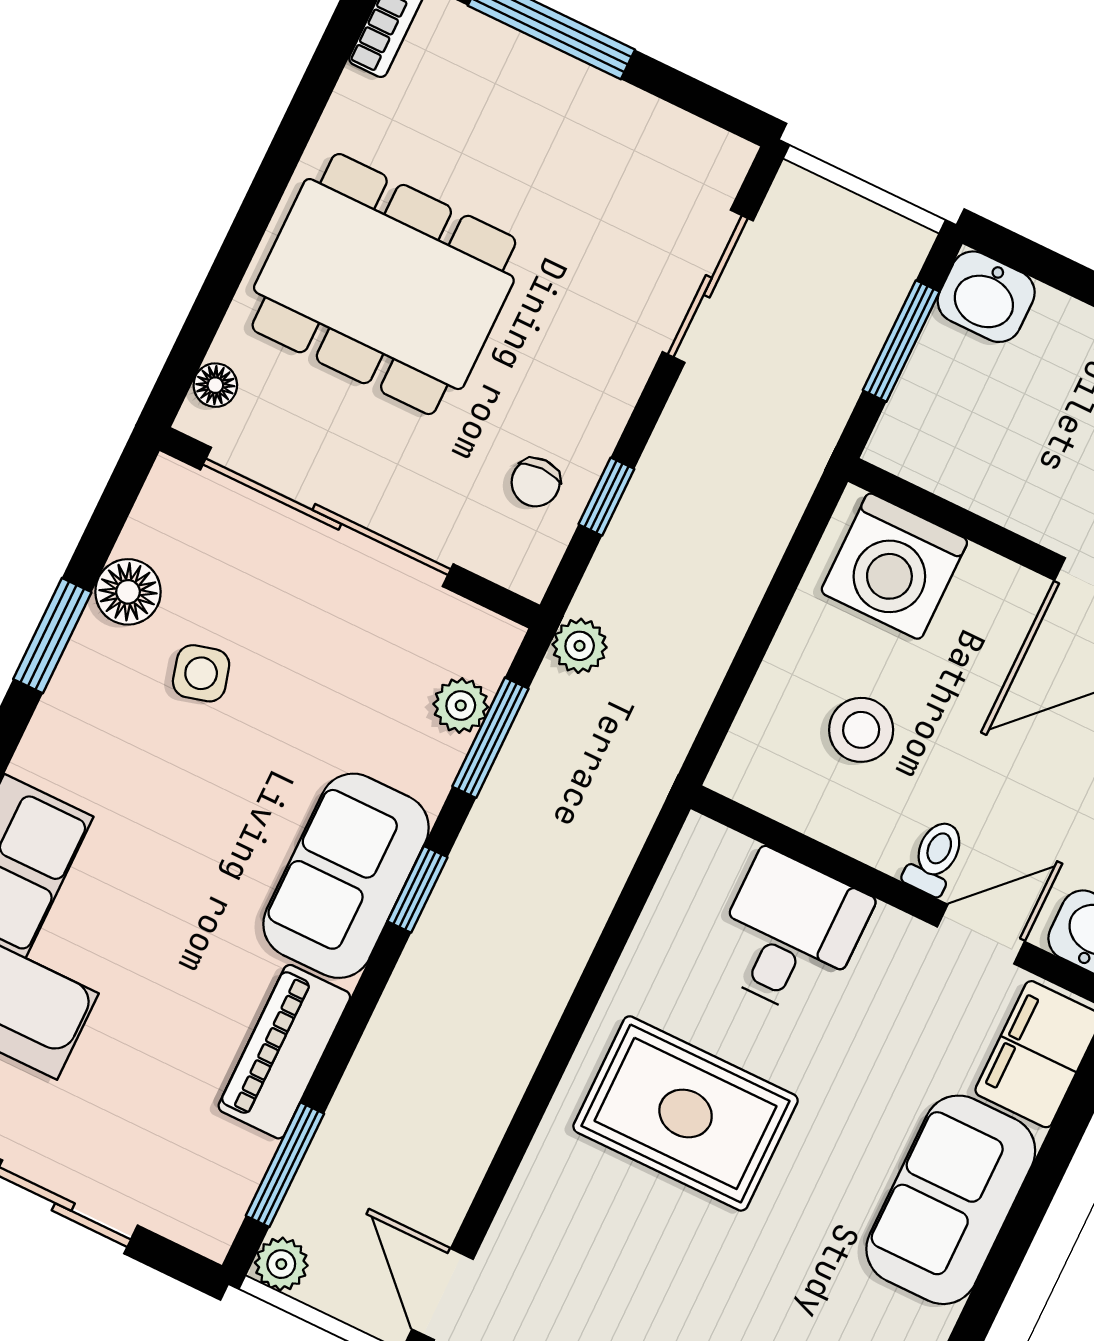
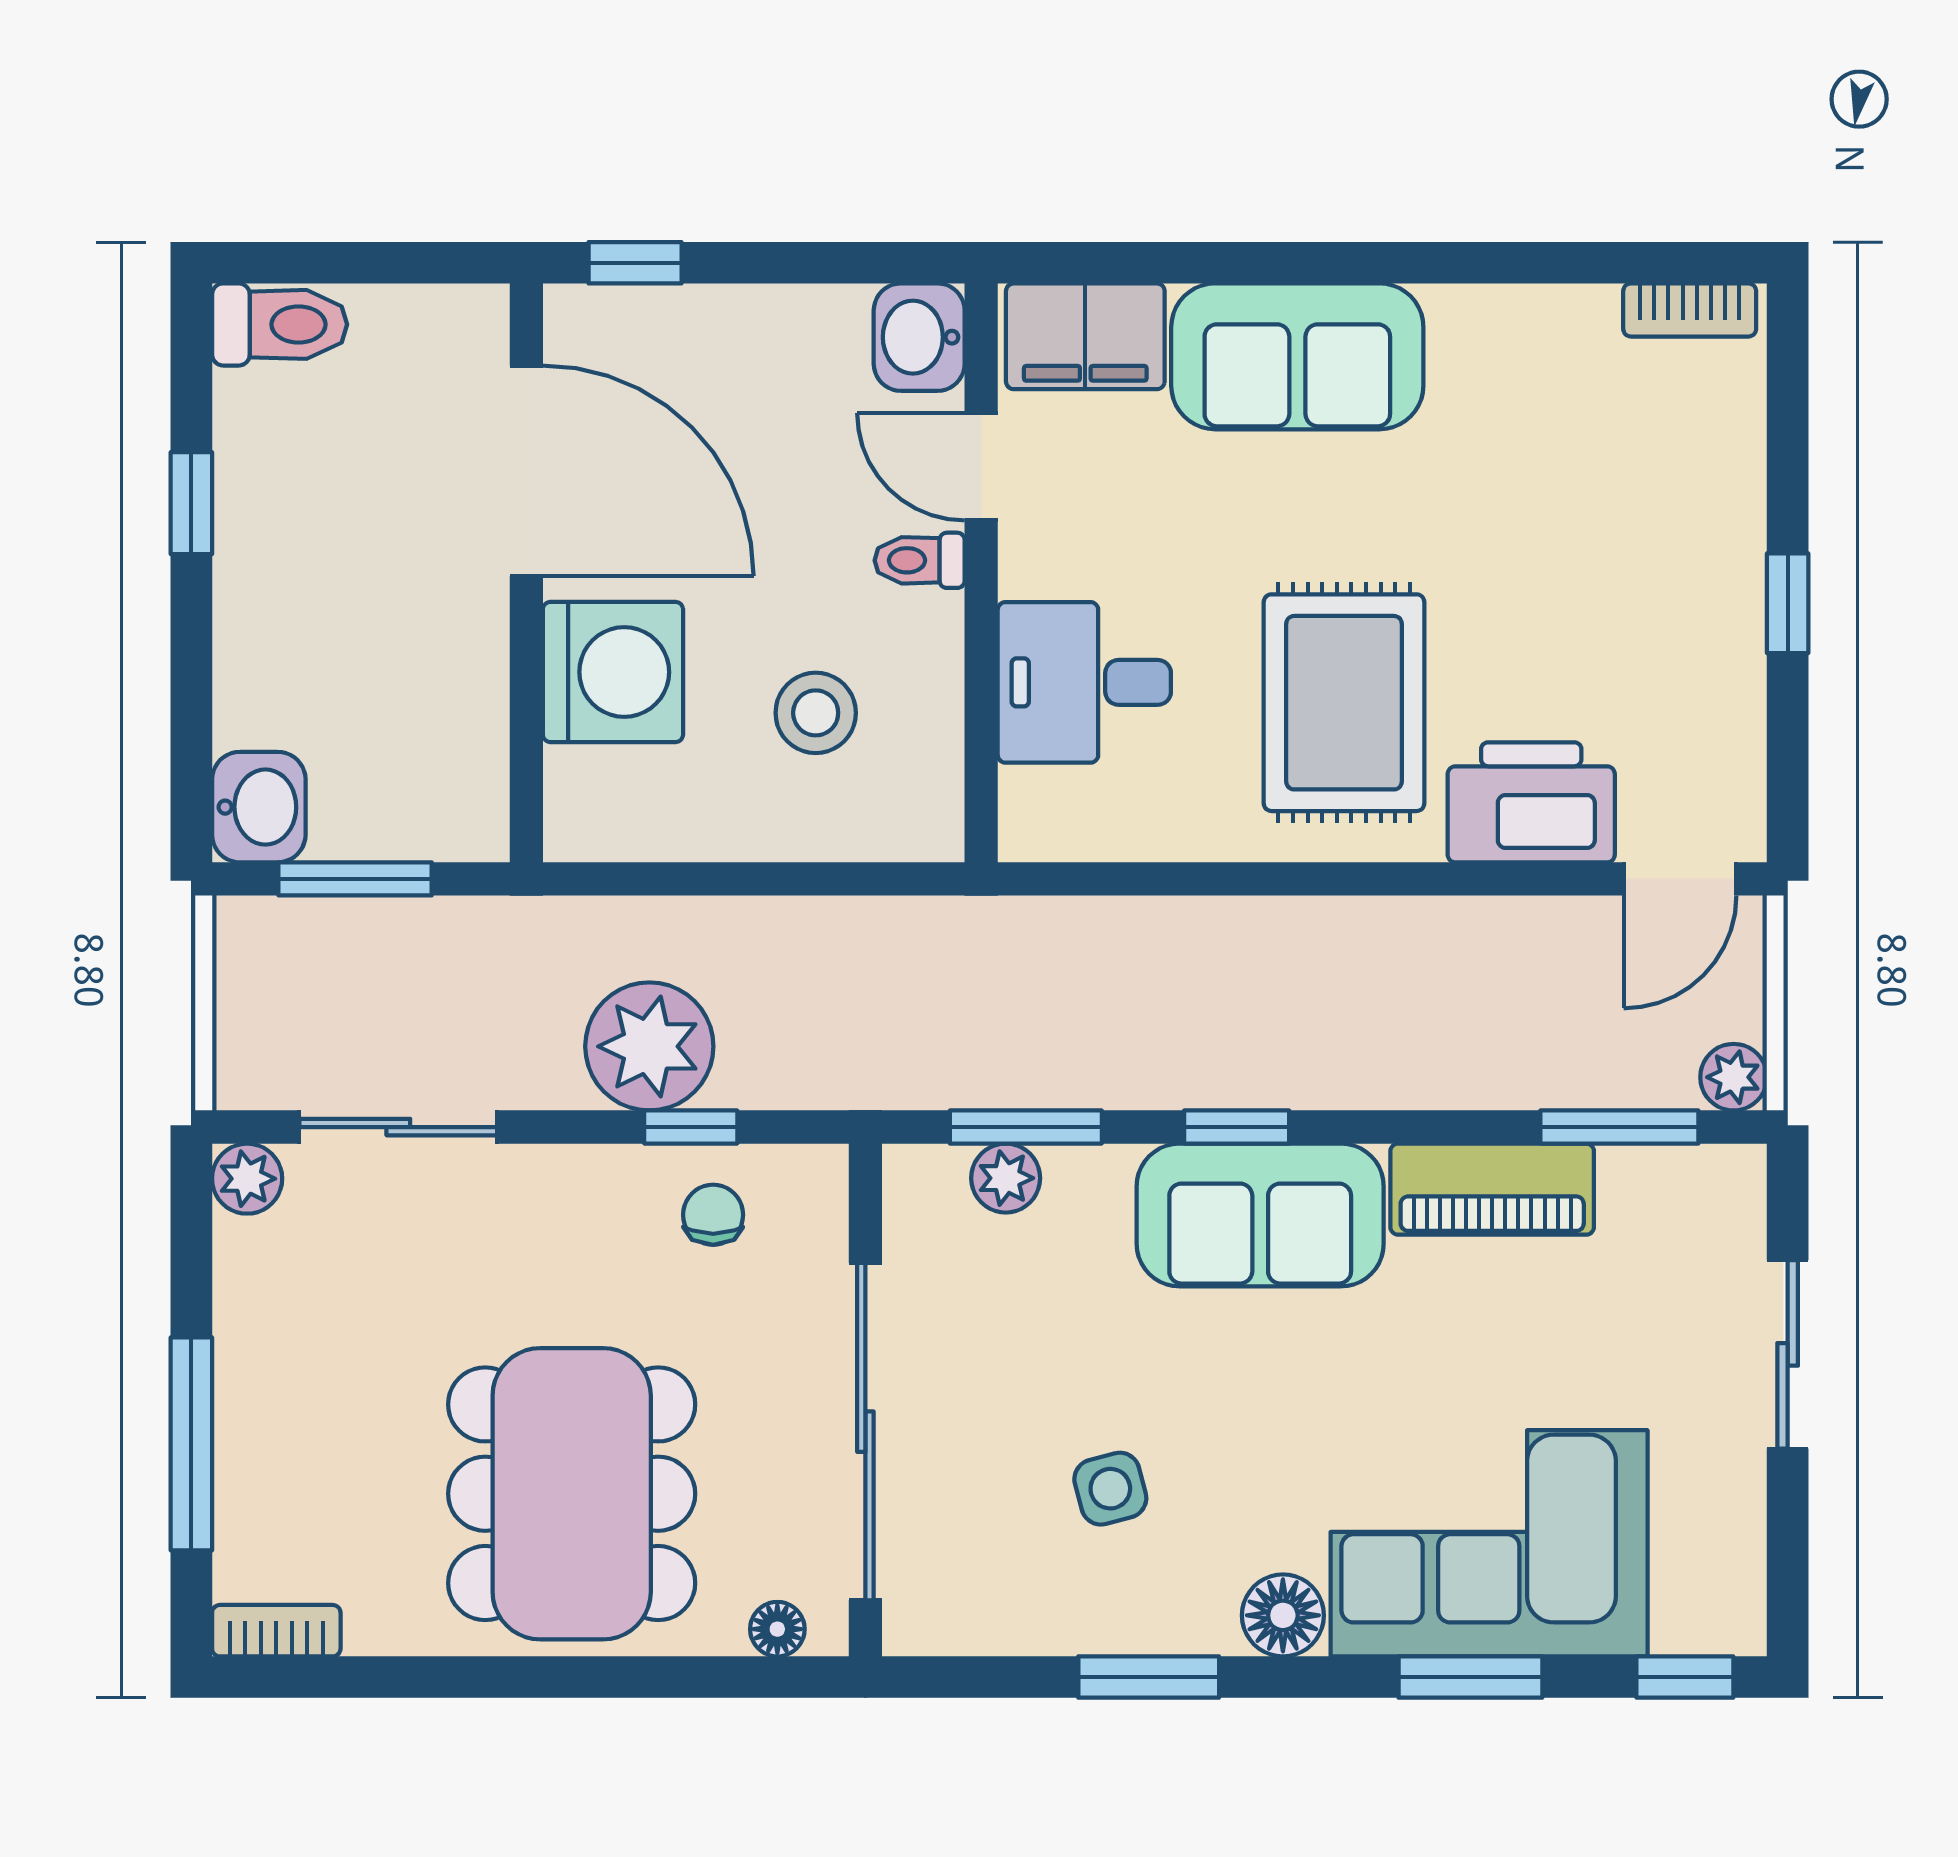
plant: (723, 160) -> (247, 1179), added
chair: (536, 482) -> (713, 1215), turned -90
washing machine: (894, 566) -> (613, 672), moved
floor lamp: (128, 592) -> (1283, 1615), moved
plant: (580, 646) -> (649, 1046), moved, width x1.87, depth x1.87
printer: (549, 1214) -> (1531, 802), added

